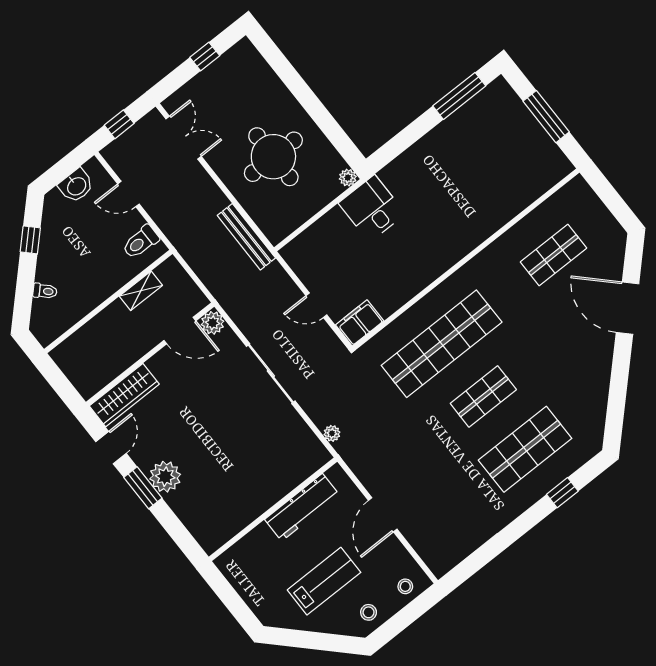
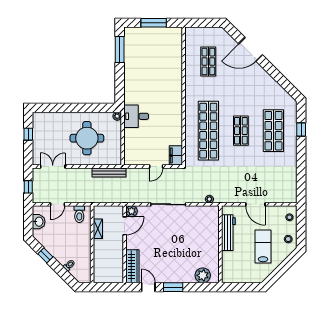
plant: (165, 477) -> (203, 275), moved

